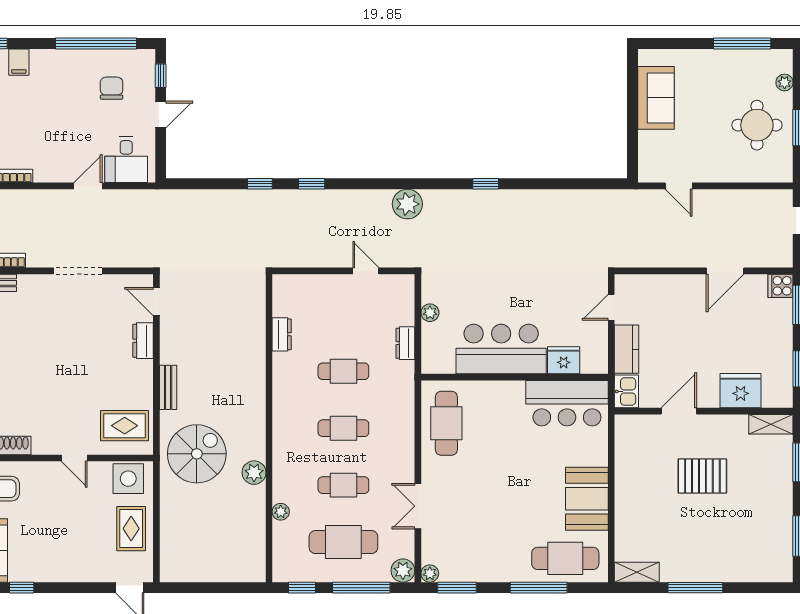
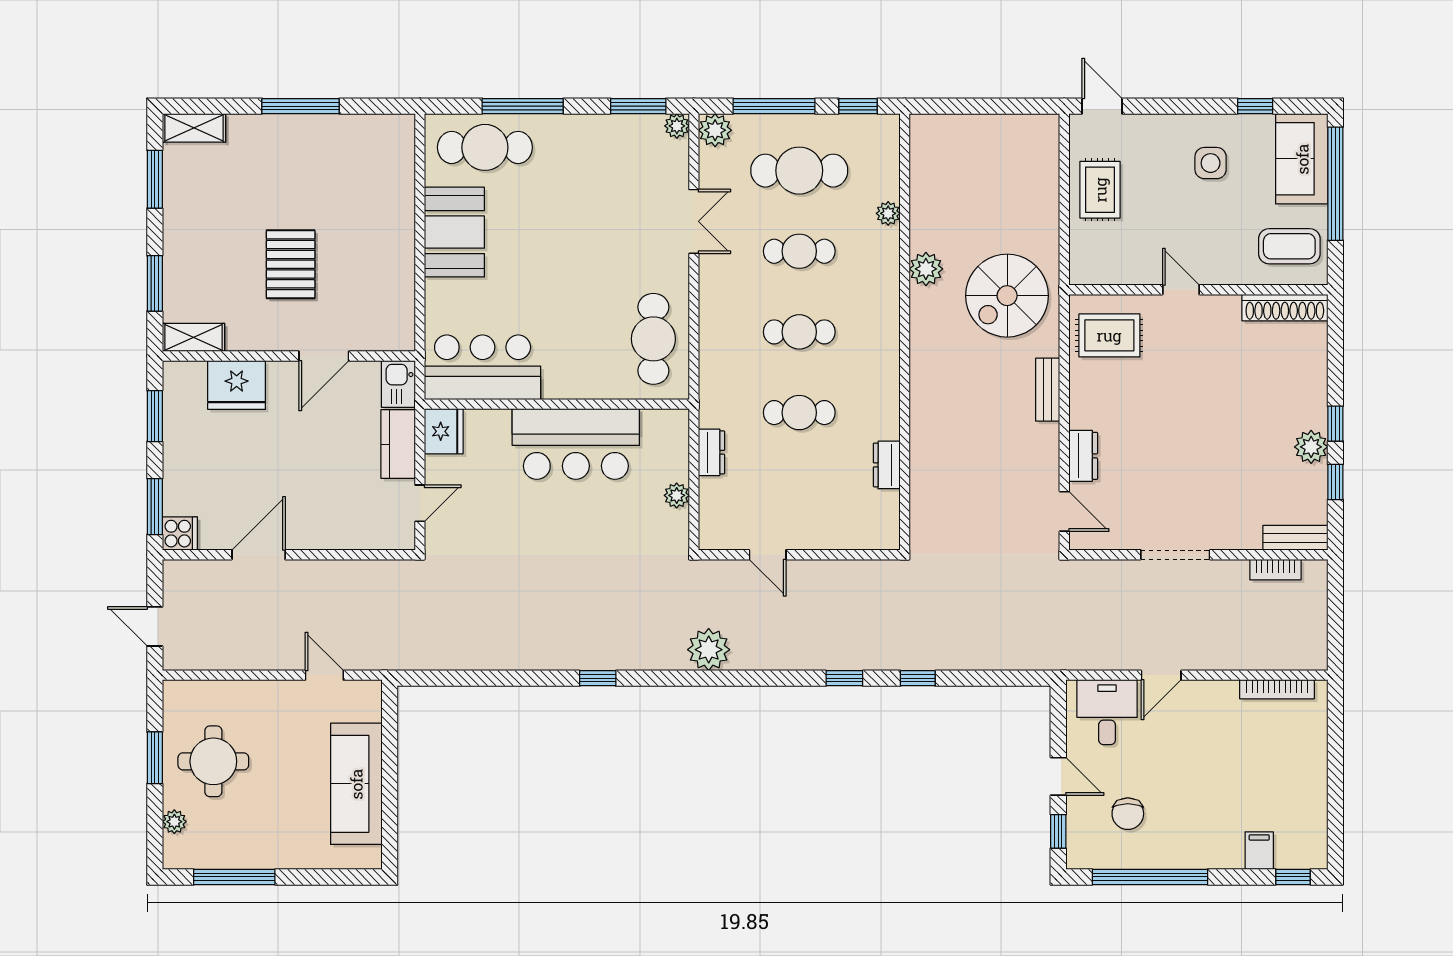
sofa: (656, 98) -> (356, 784), width x1.36
door: (161, 115) -> (1058, 776), swing flipped
fridge: (564, 360) -> (444, 431), moved, turned -90
pallet: (702, 476) -> (291, 264), turned 90
side table: (128, 479) -> (1211, 163), moved, width x0.73, depth x0.73
shelving: (637, 572) -> (194, 128), moved

